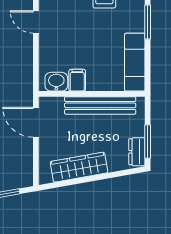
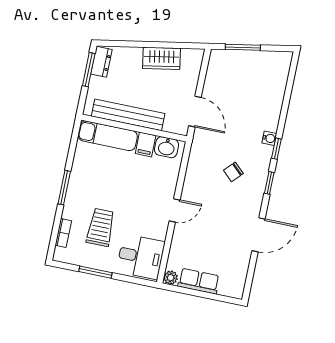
door: (36, 22) -> (175, 210), hinge flipped
exam couch: (135, 62) -> (108, 136), moved, turned 90
wardrobe: (79, 167) -> (162, 58), width x0.67

